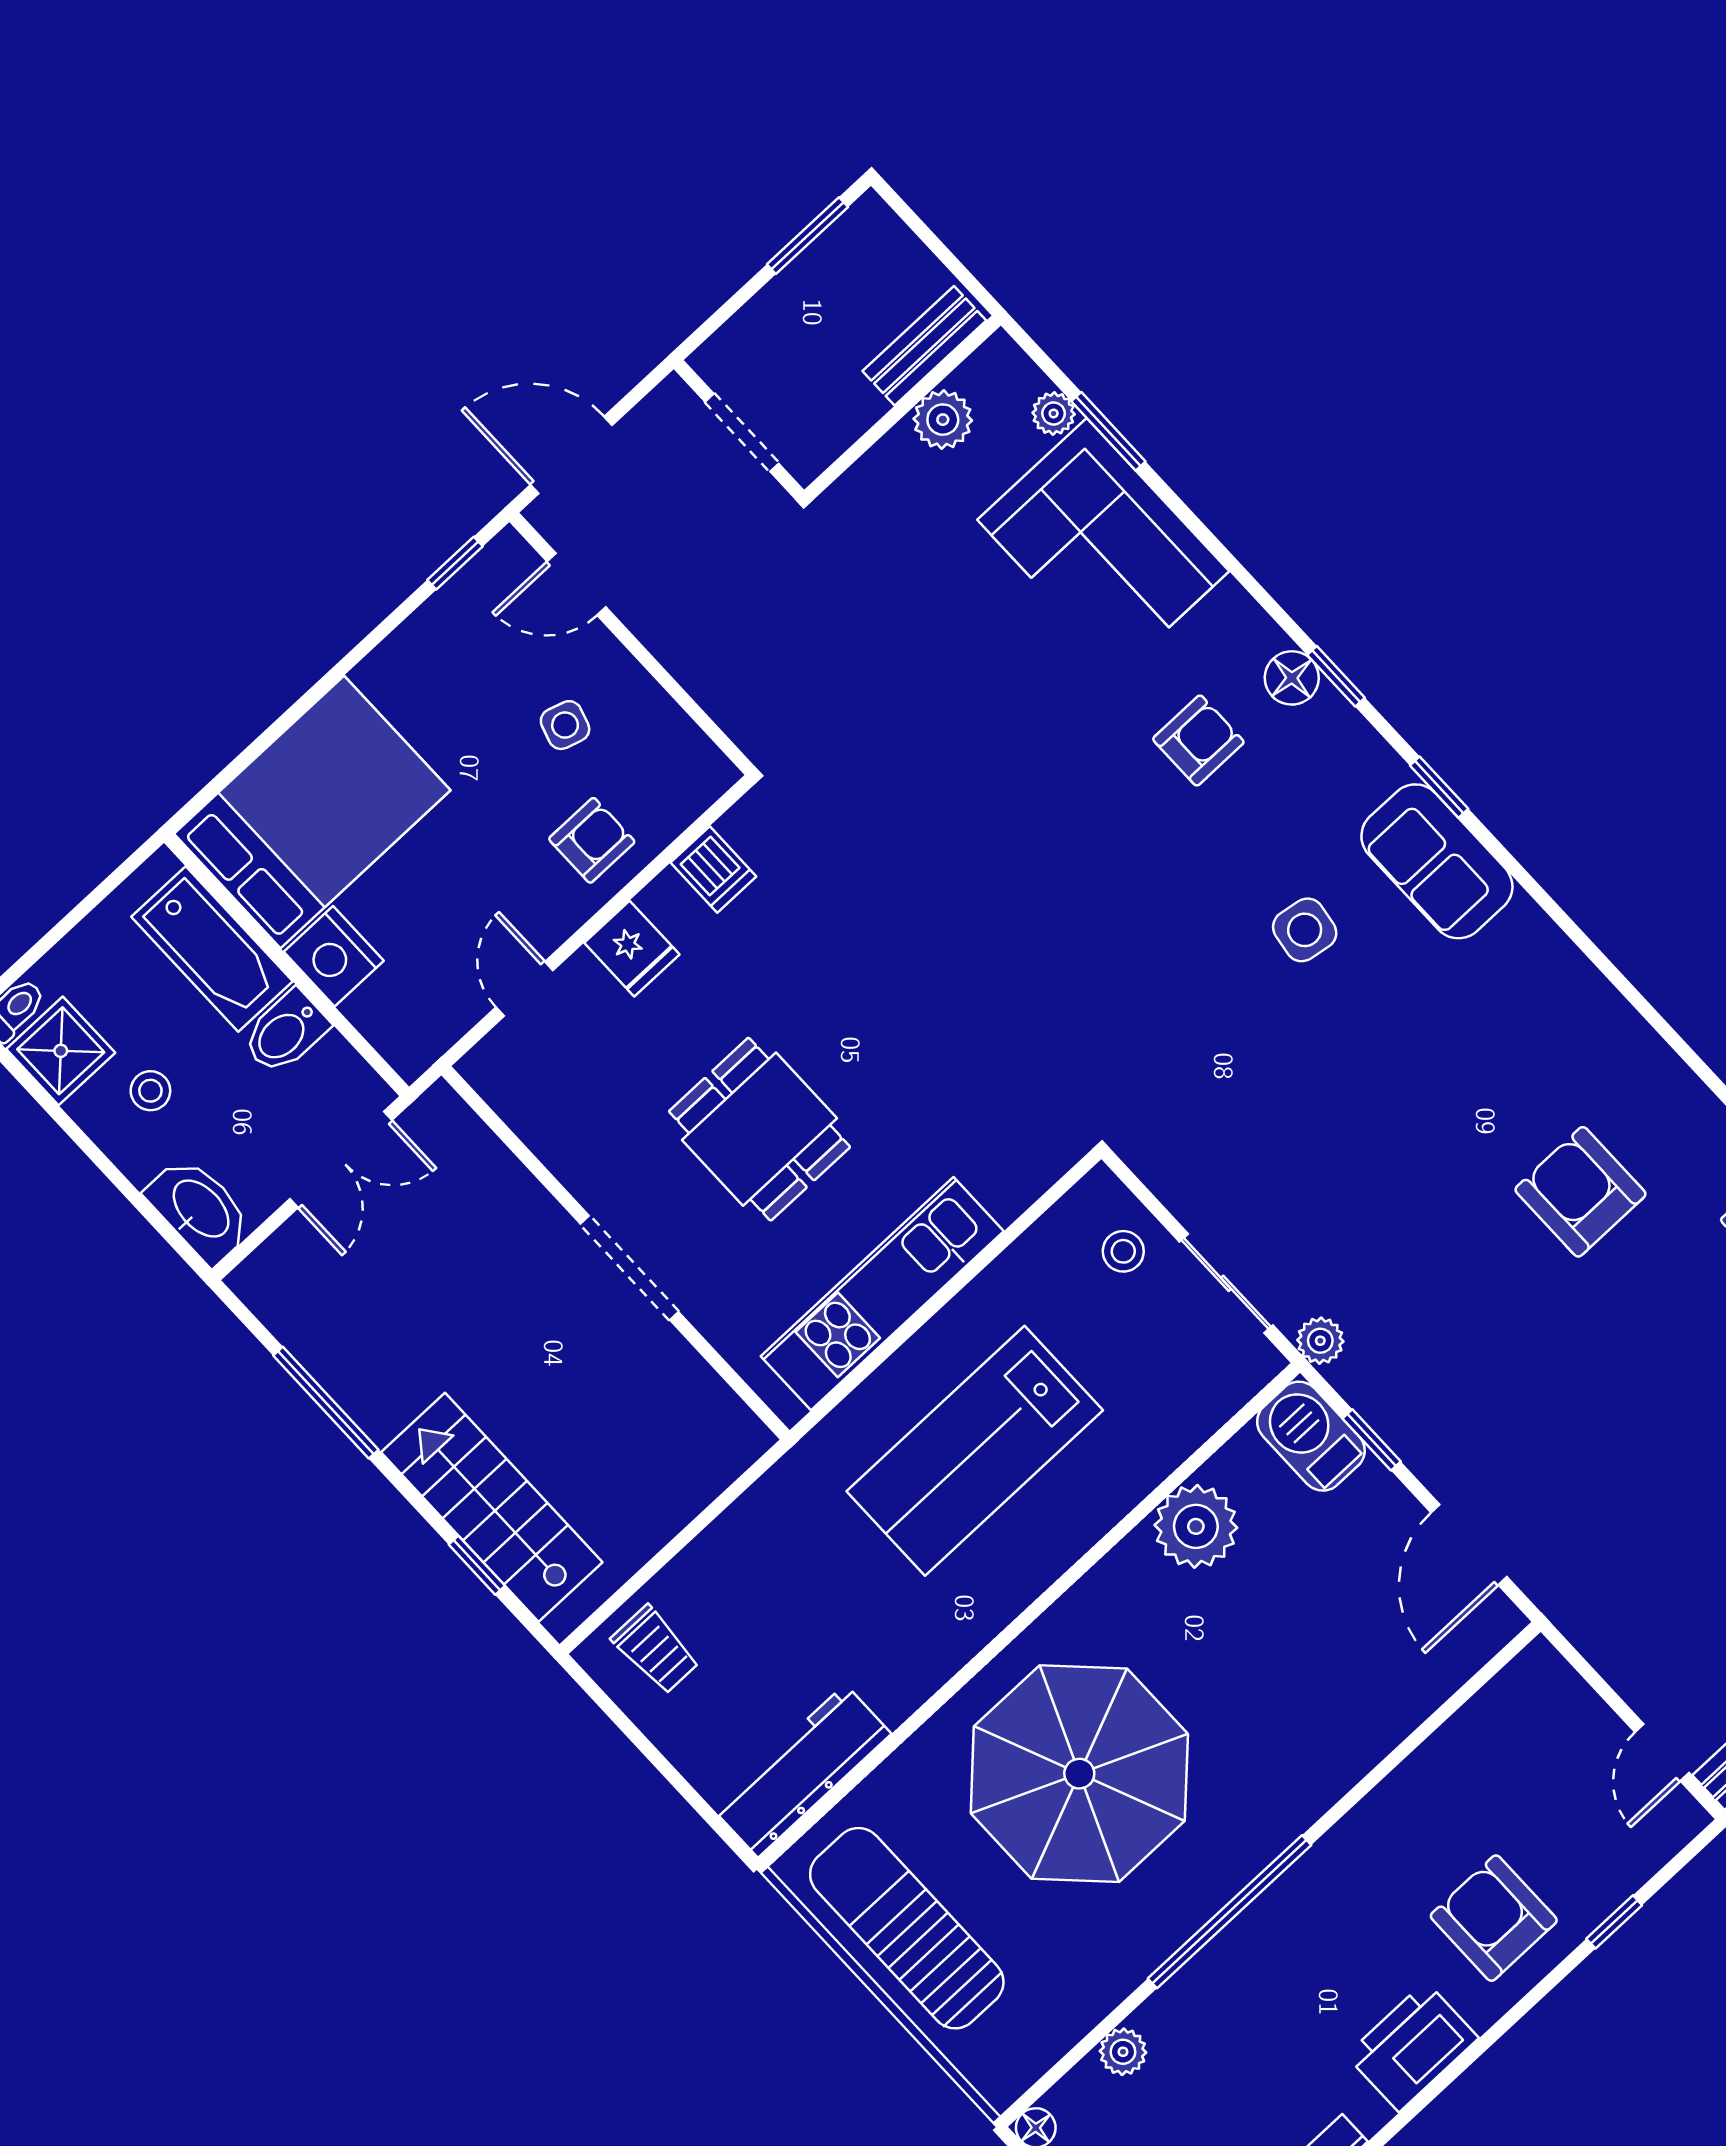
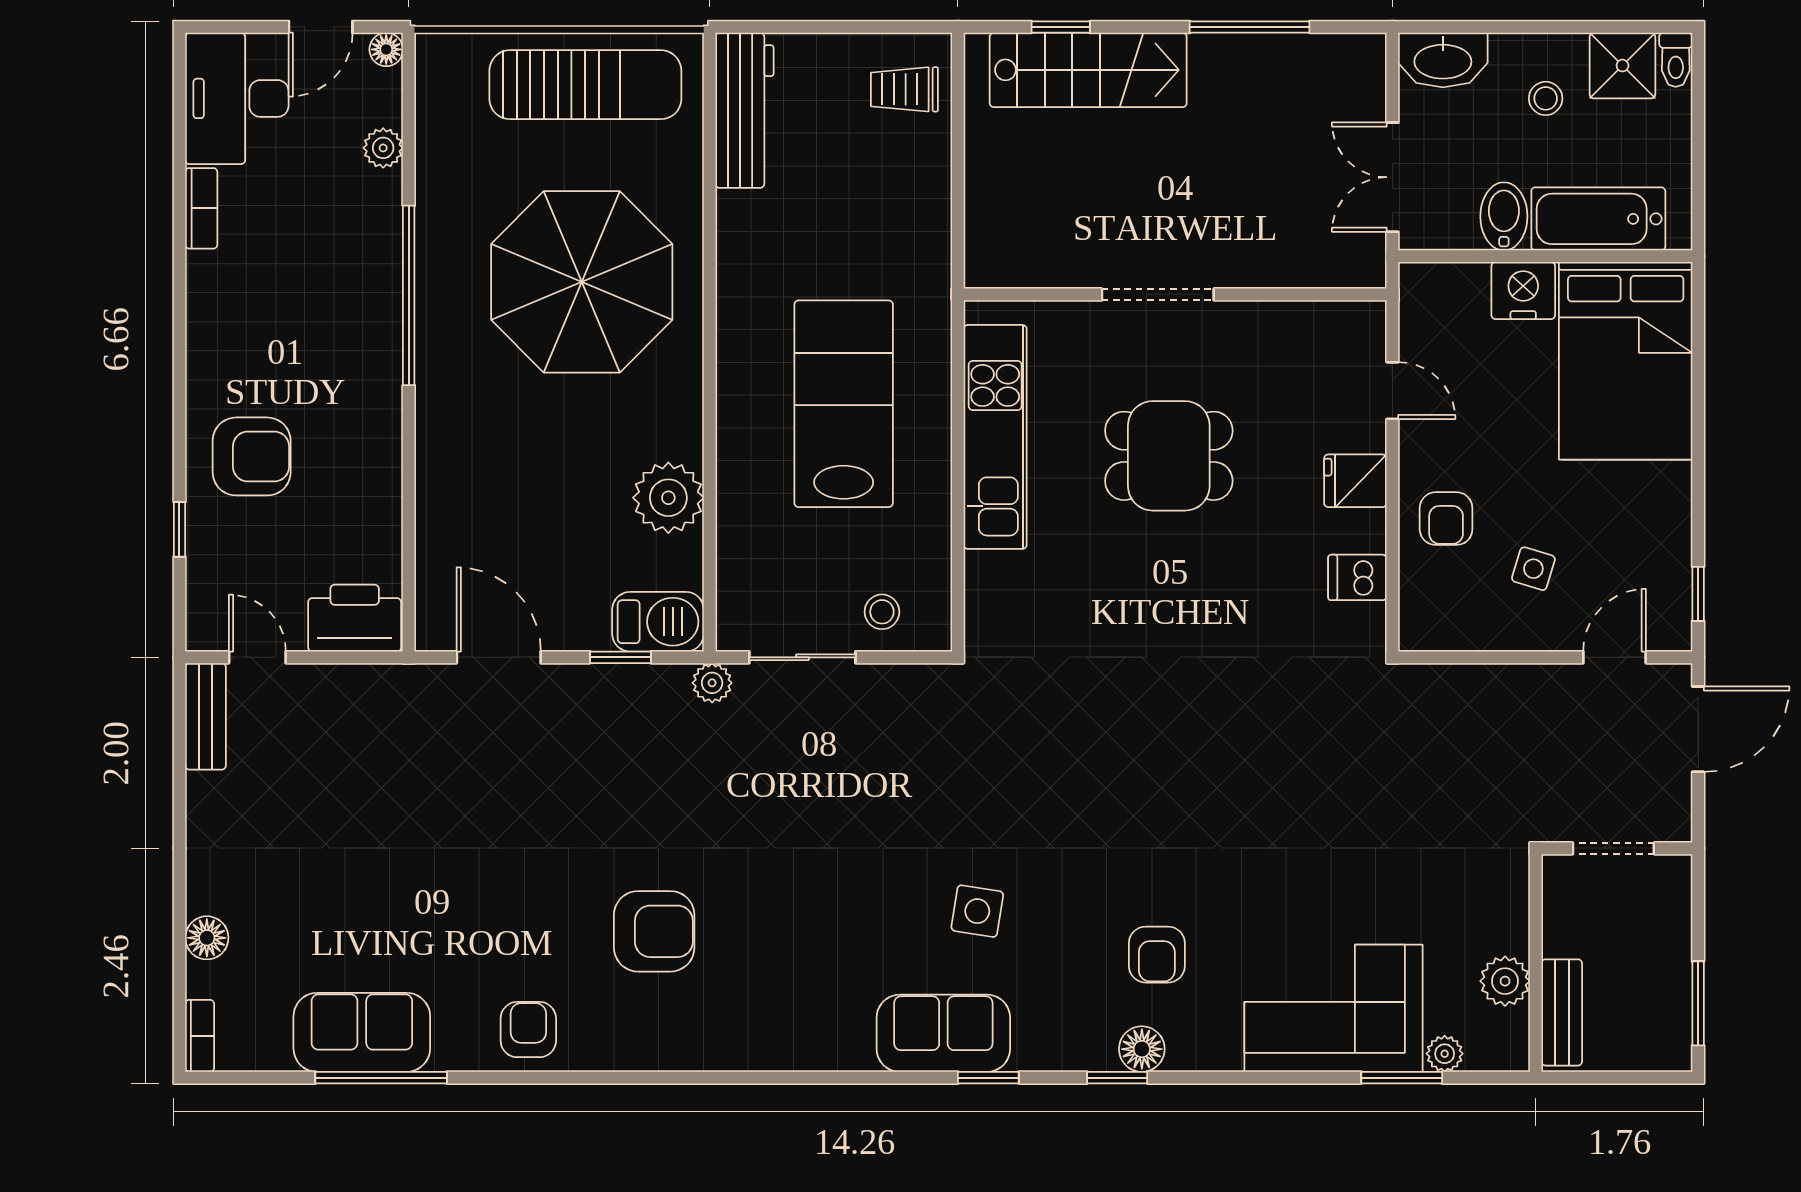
printer: (1412, 2047) -> (355, 618), moved, turned -90

